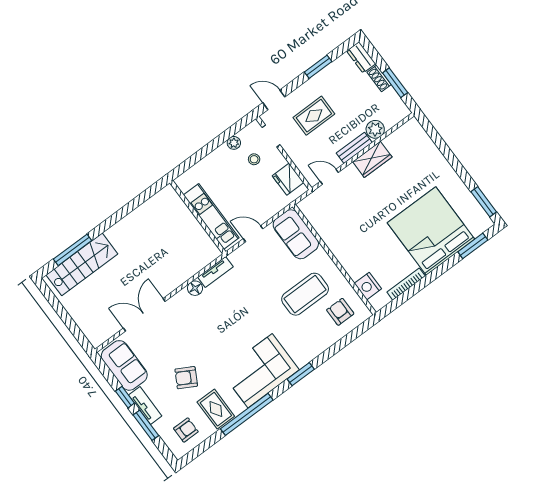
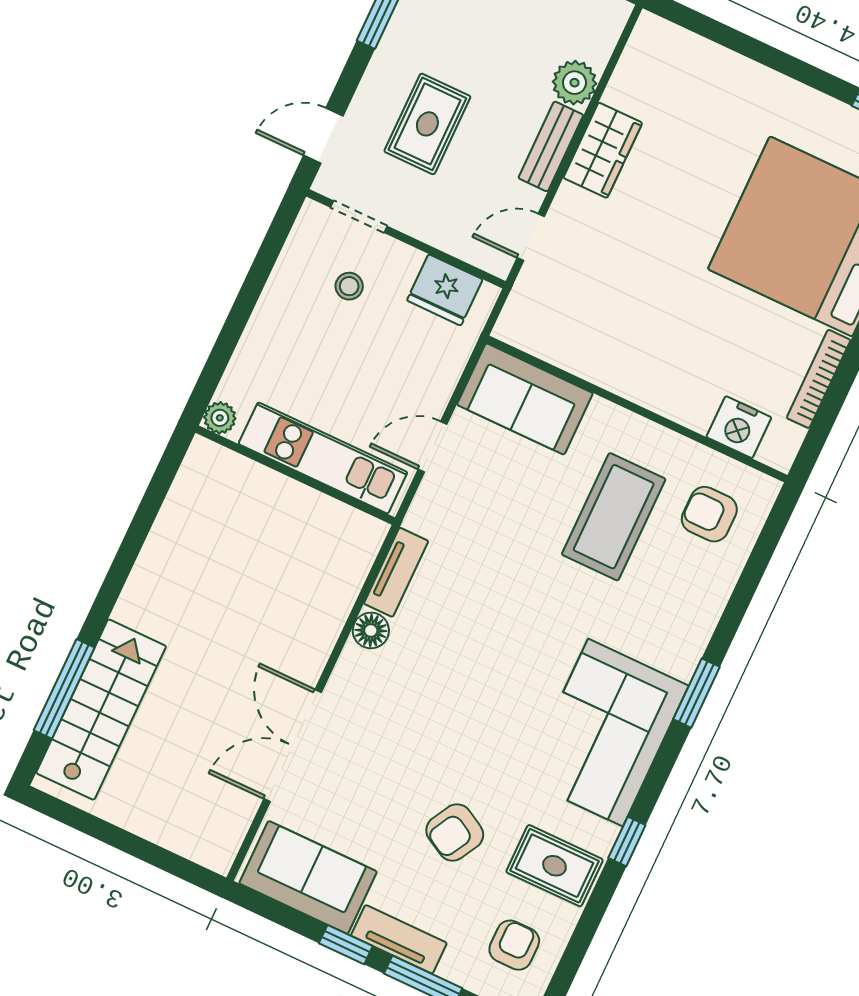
plant: (234, 143) -> (220, 418), moved
window: (247, 414) -> (627, 842), width x0.32

